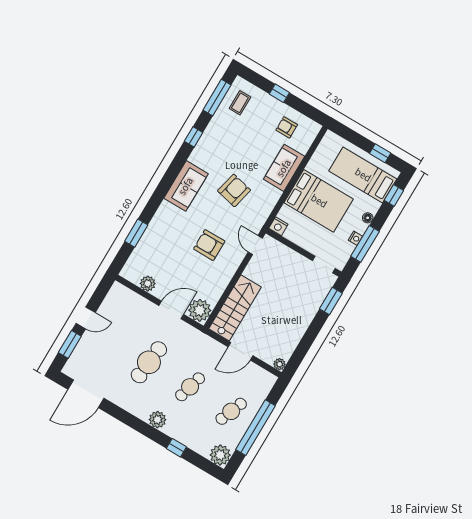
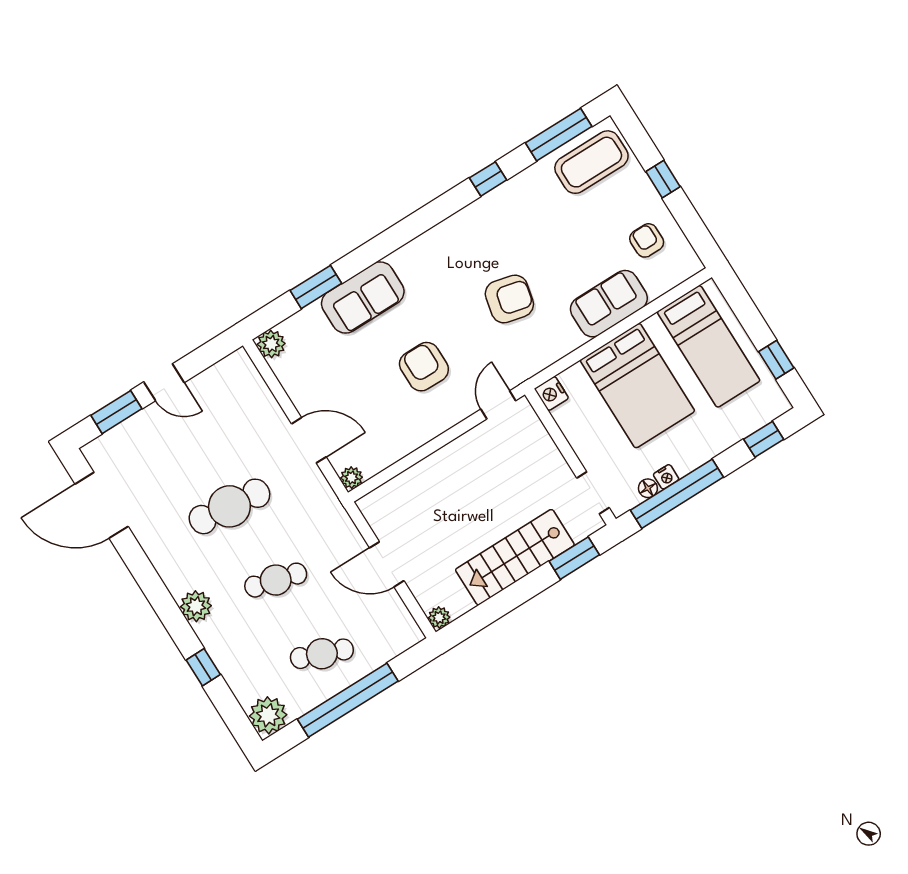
coffee table: (240, 103) -> (591, 162), width x1.86, depth x1.72
bed: (363, 175) -> (709, 346), moved, turned 180
sofa: (186, 186) -> (363, 297), moved
floor lamp: (368, 218) -> (648, 488), moved
window: (365, 244) -> (677, 494), width x1.46
plant: (148, 284) -> (271, 344), moved
stairs: (235, 308) -> (515, 557), moved, turned 180
plant: (200, 310) -> (352, 478), width x0.53, depth x0.53

